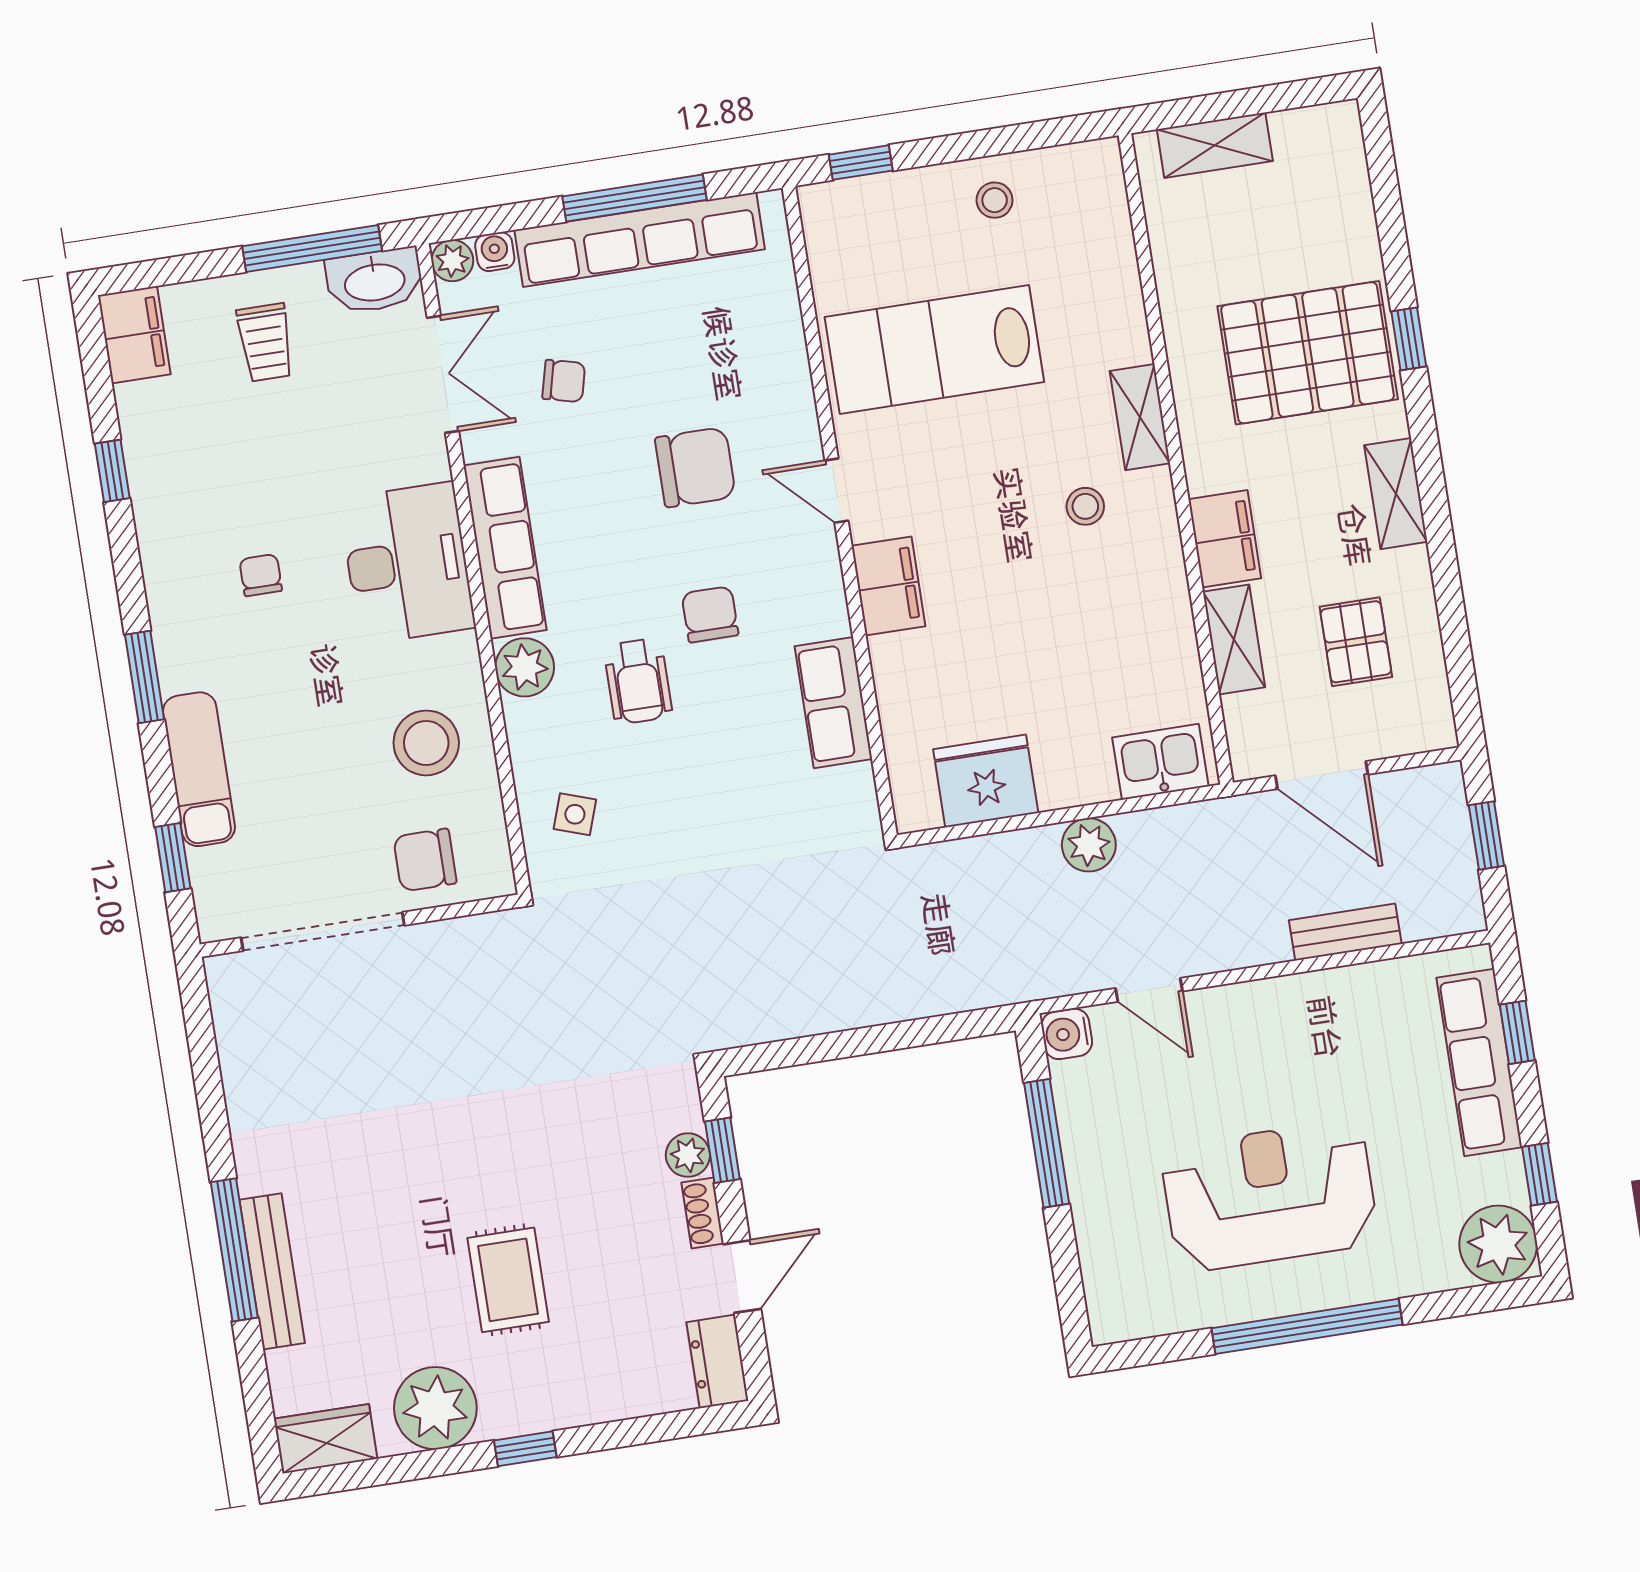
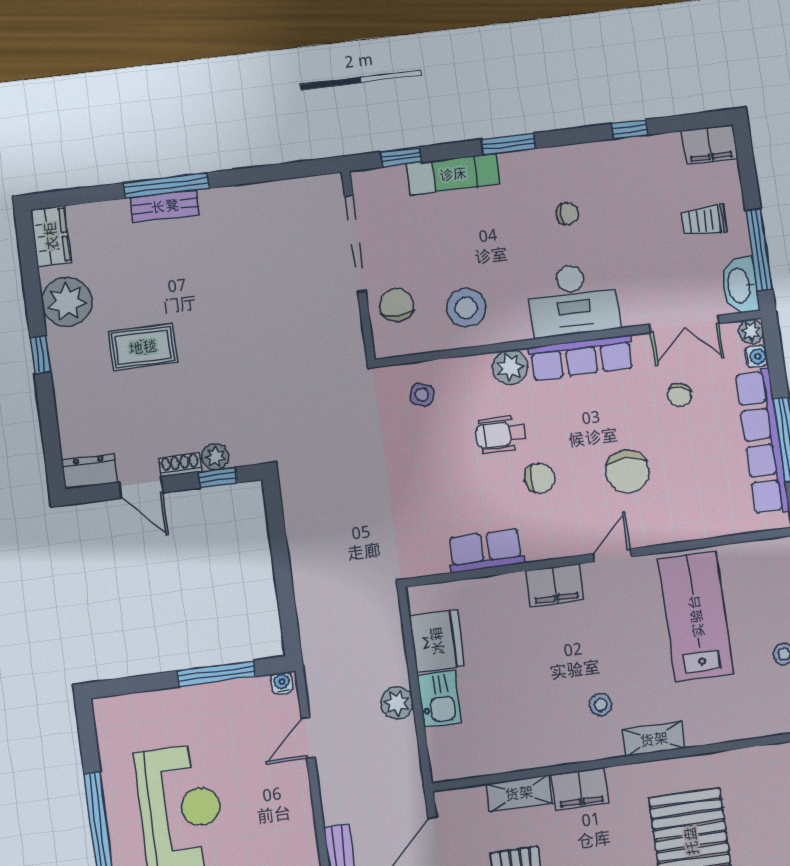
kitchen sink: (1160, 762) -> (440, 699), moved
water cooler: (1067, 1034) -> (282, 683), width x0.72, depth x0.72
bench: (272, 1271) -> (165, 206), width x0.73

